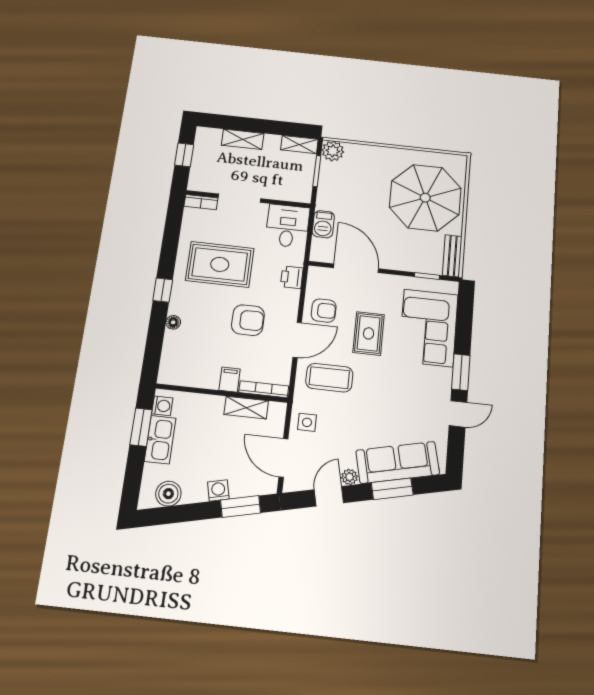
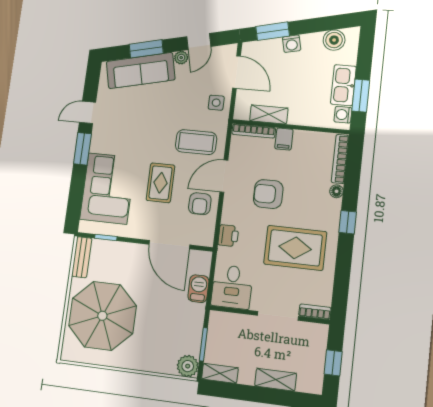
armchair: (324, 311) -> (200, 204), turned -90
bookcase: (168, 357) -> (340, 159), added

